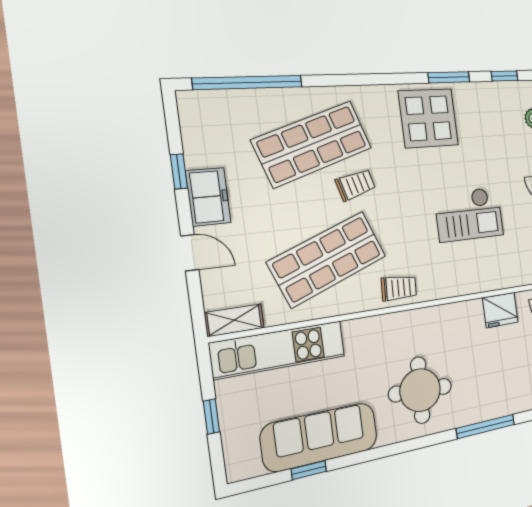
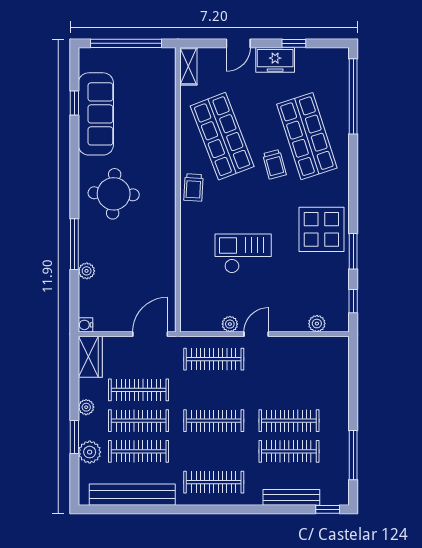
checkout: (469, 214) -> (243, 253), turned 90
fridge: (500, 310) -> (164, 270), removed
kitchen unit: (279, 350) -> (163, 93), removed
plant: (513, 404) -> (87, 271), added
window: (211, 417) -> (126, 43), width x3.17

